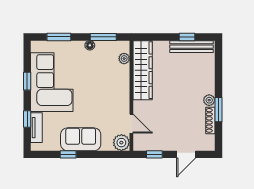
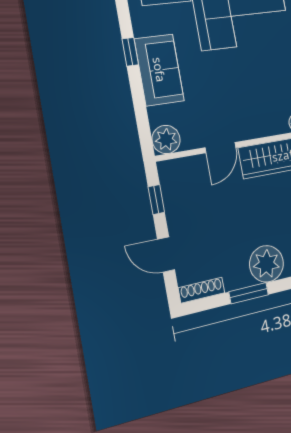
plant: (209, 100) -> (266, 264), width x1.87, depth x1.87
shoe rack: (210, 120) -> (201, 290), moved
door: (131, 124) -> (221, 148), moved

